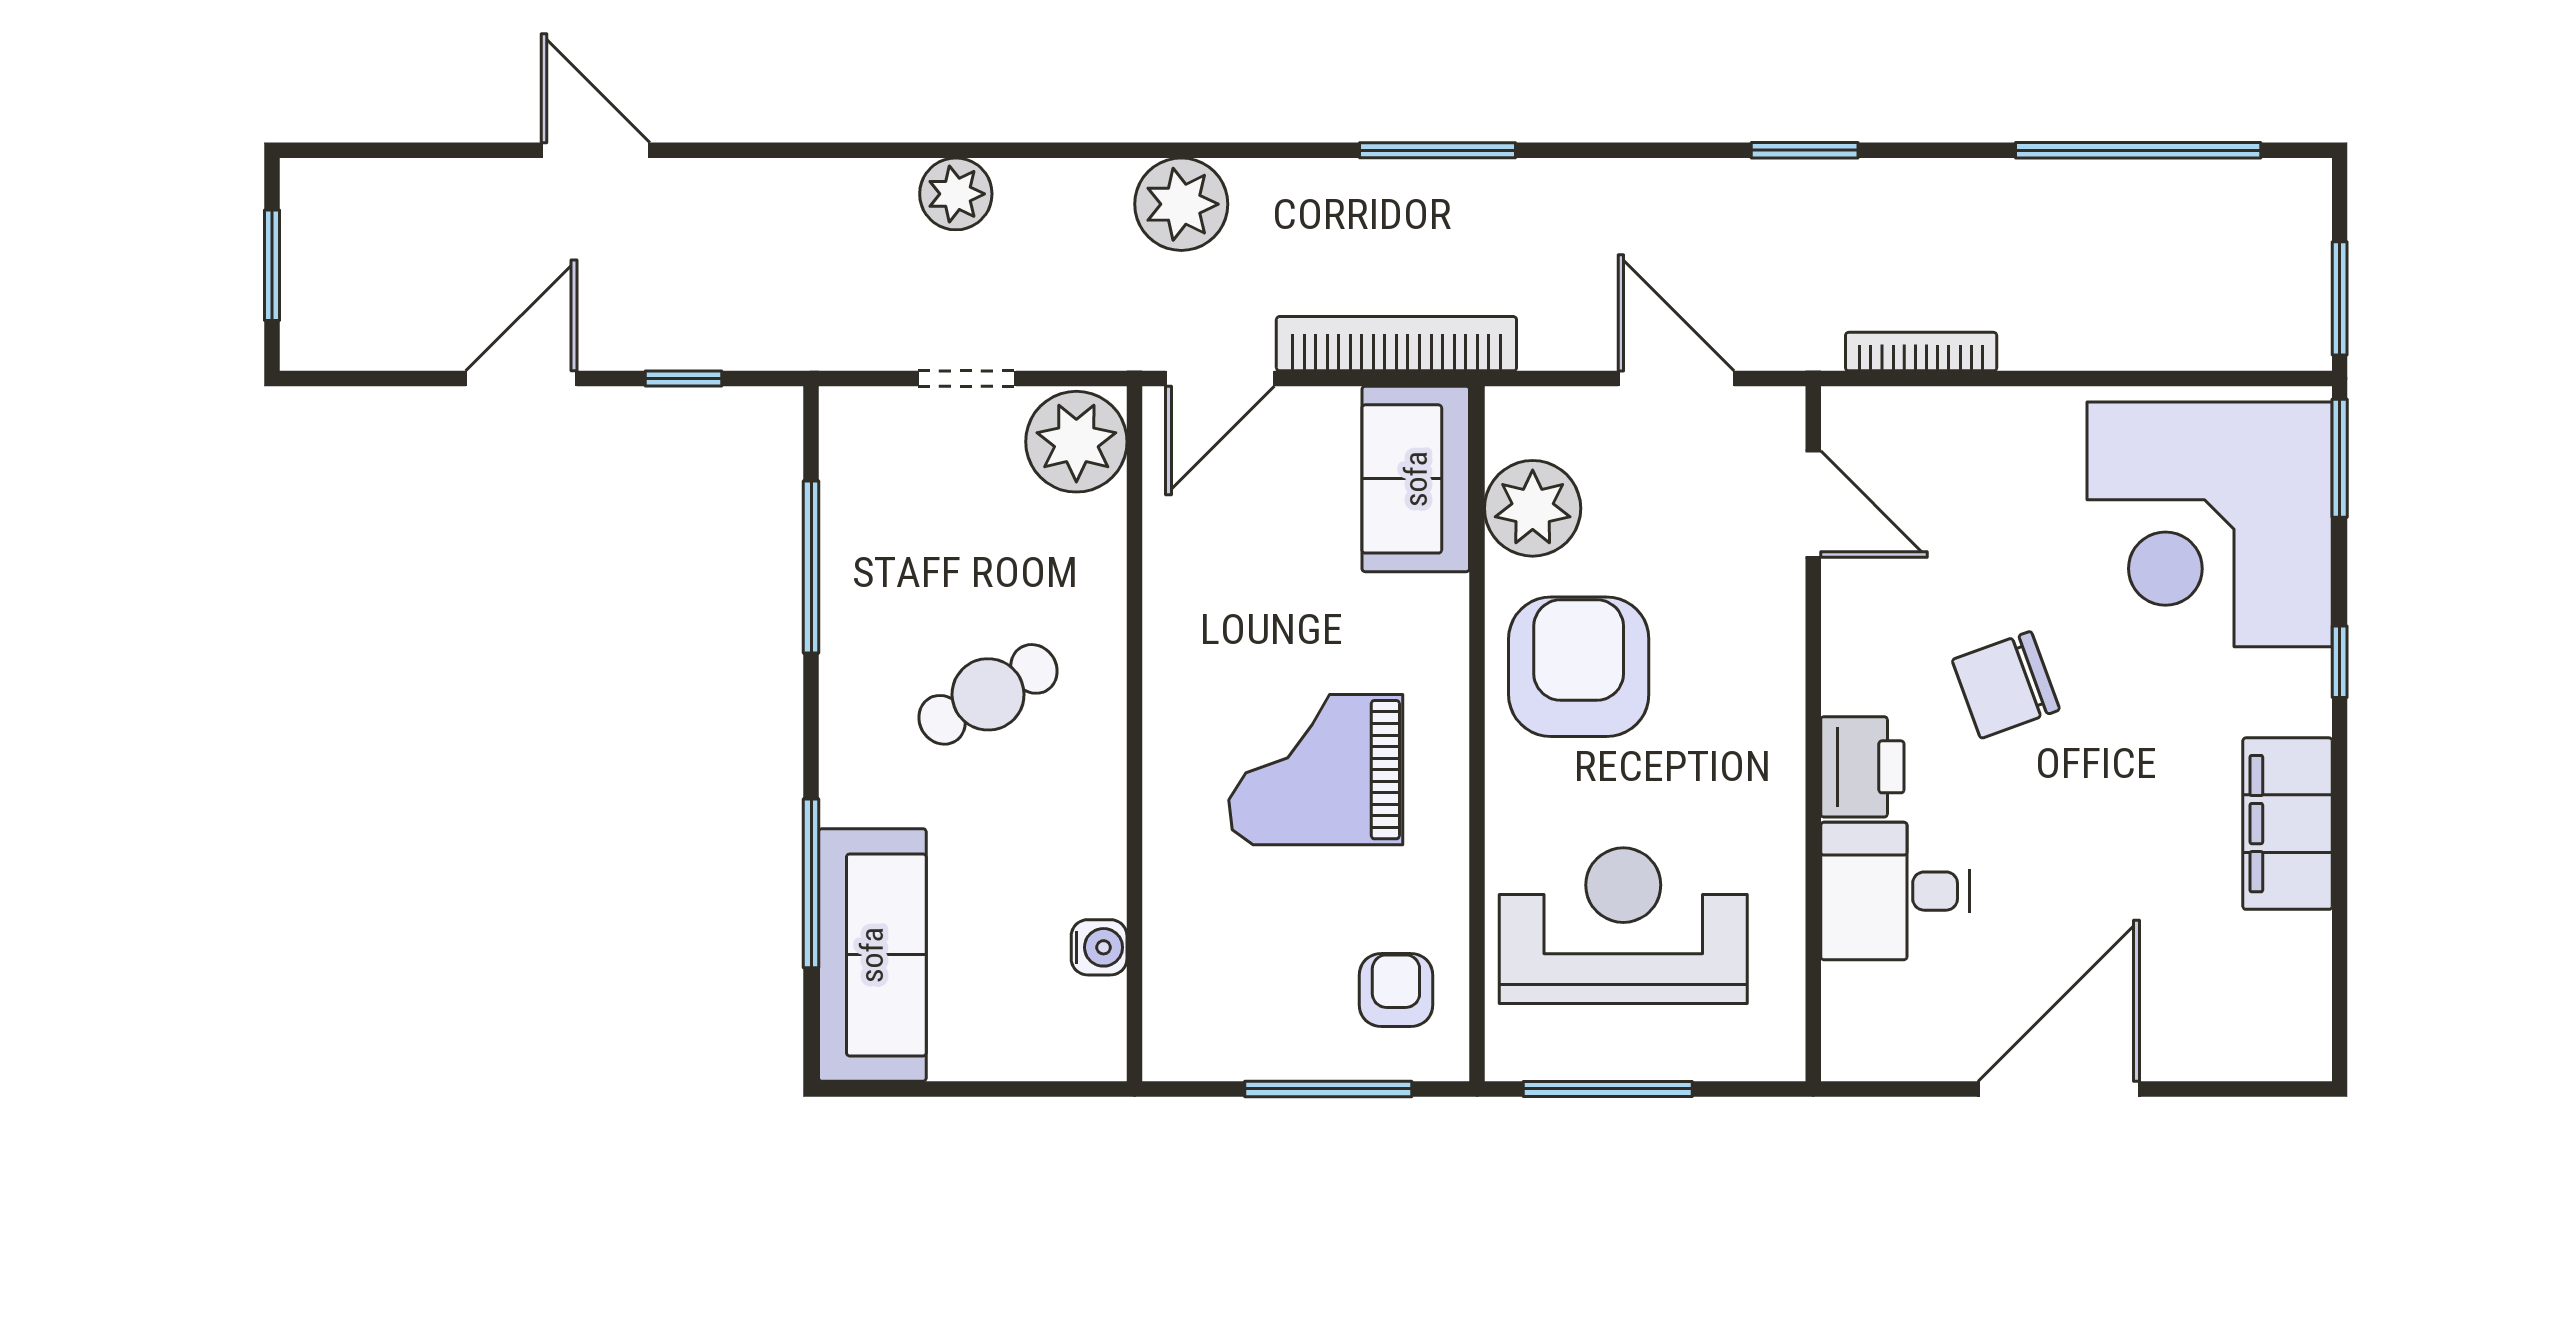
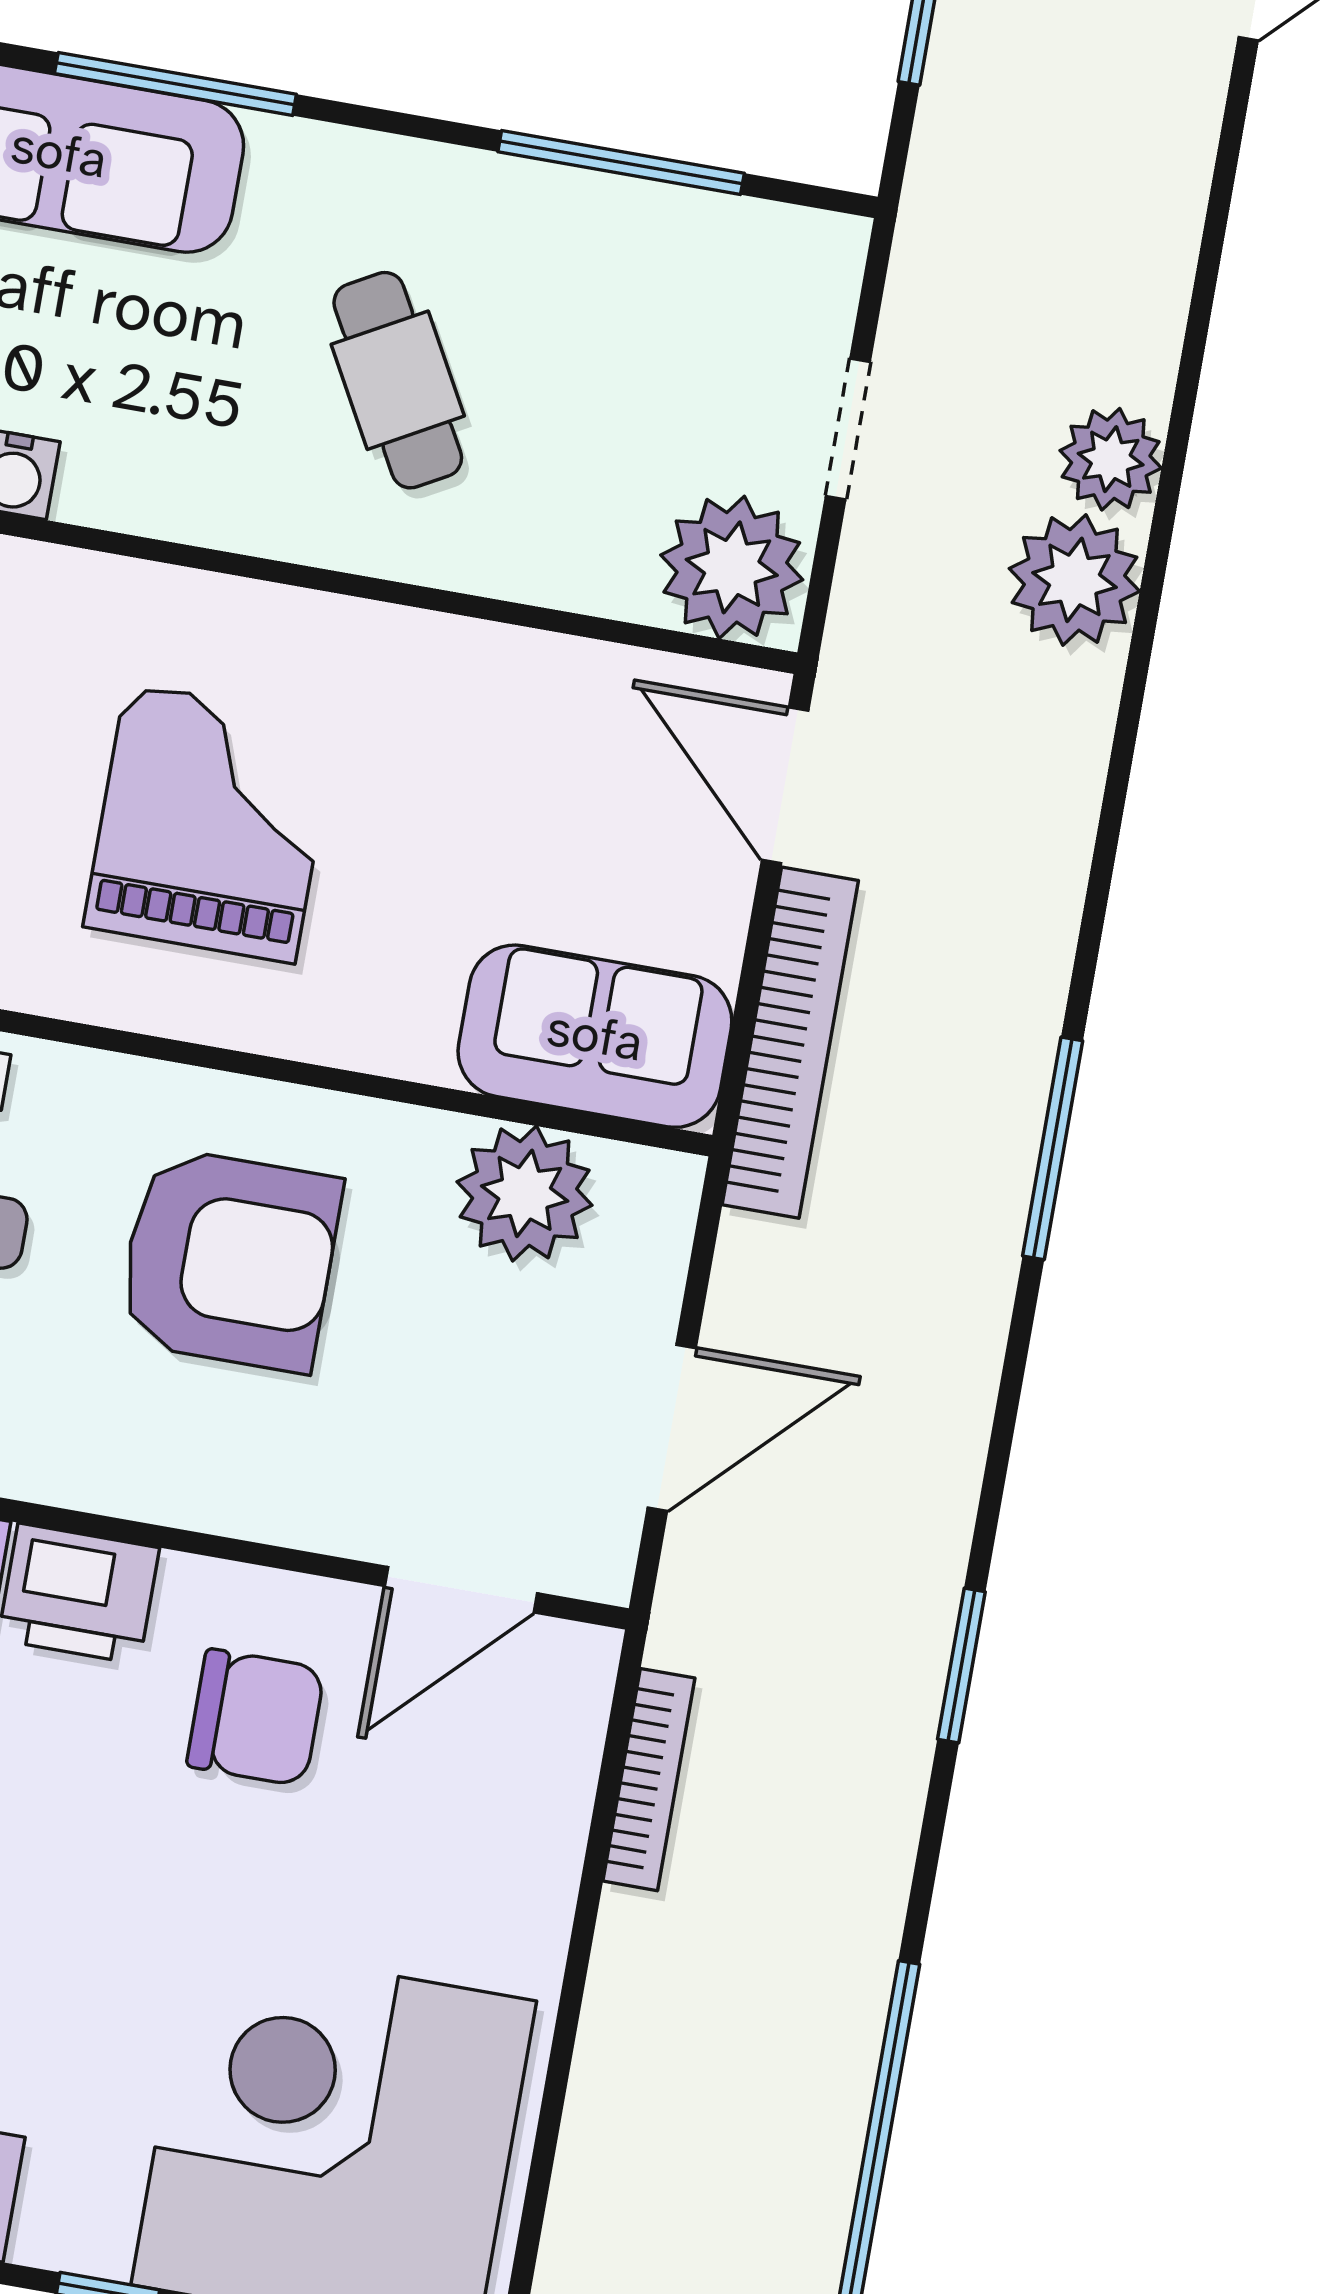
plant: (1181, 204) -> (1074, 580), moved
armchair: (1579, 667) -> (229, 1260), moved
chair: (2006, 685) -> (256, 1717), moved, turned 110

